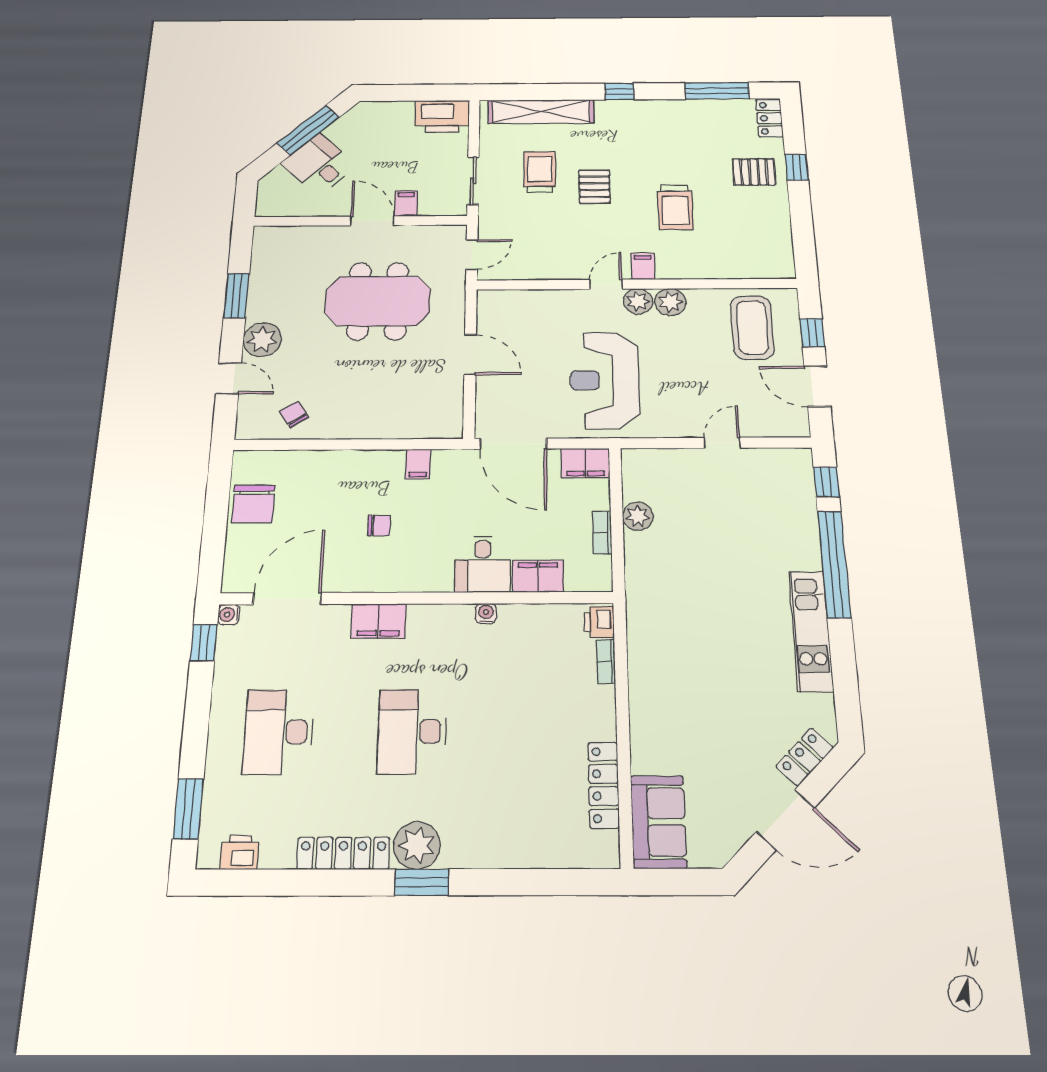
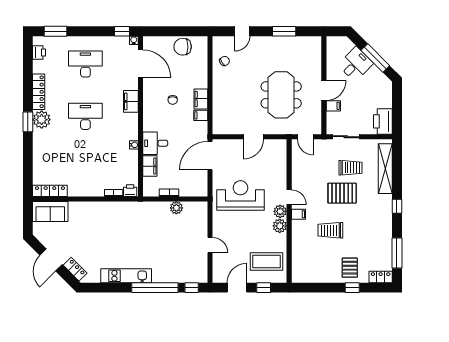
pallet: (594, 187) -> (342, 193), width x1.50, depth x1.42
plant: (262, 340) -> (262, 45), removed
filing cabinet: (585, 463) -> (201, 99), moved
locker: (604, 785) -> (50, 191), moved

